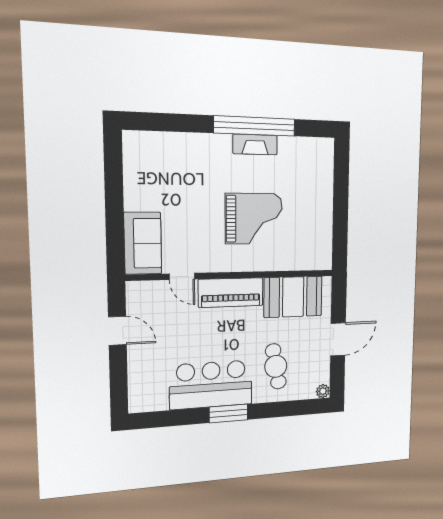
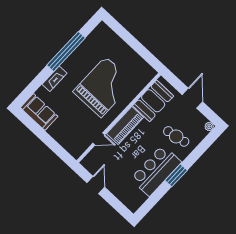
fireplace: (255, 145) -> (54, 79), moved
grand piano: (254, 219) -> (103, 87), width x1.37, depth x1.48
sofa: (143, 243) -> (39, 112), moved
door: (117, 331) -> (96, 185), hinge flipped

